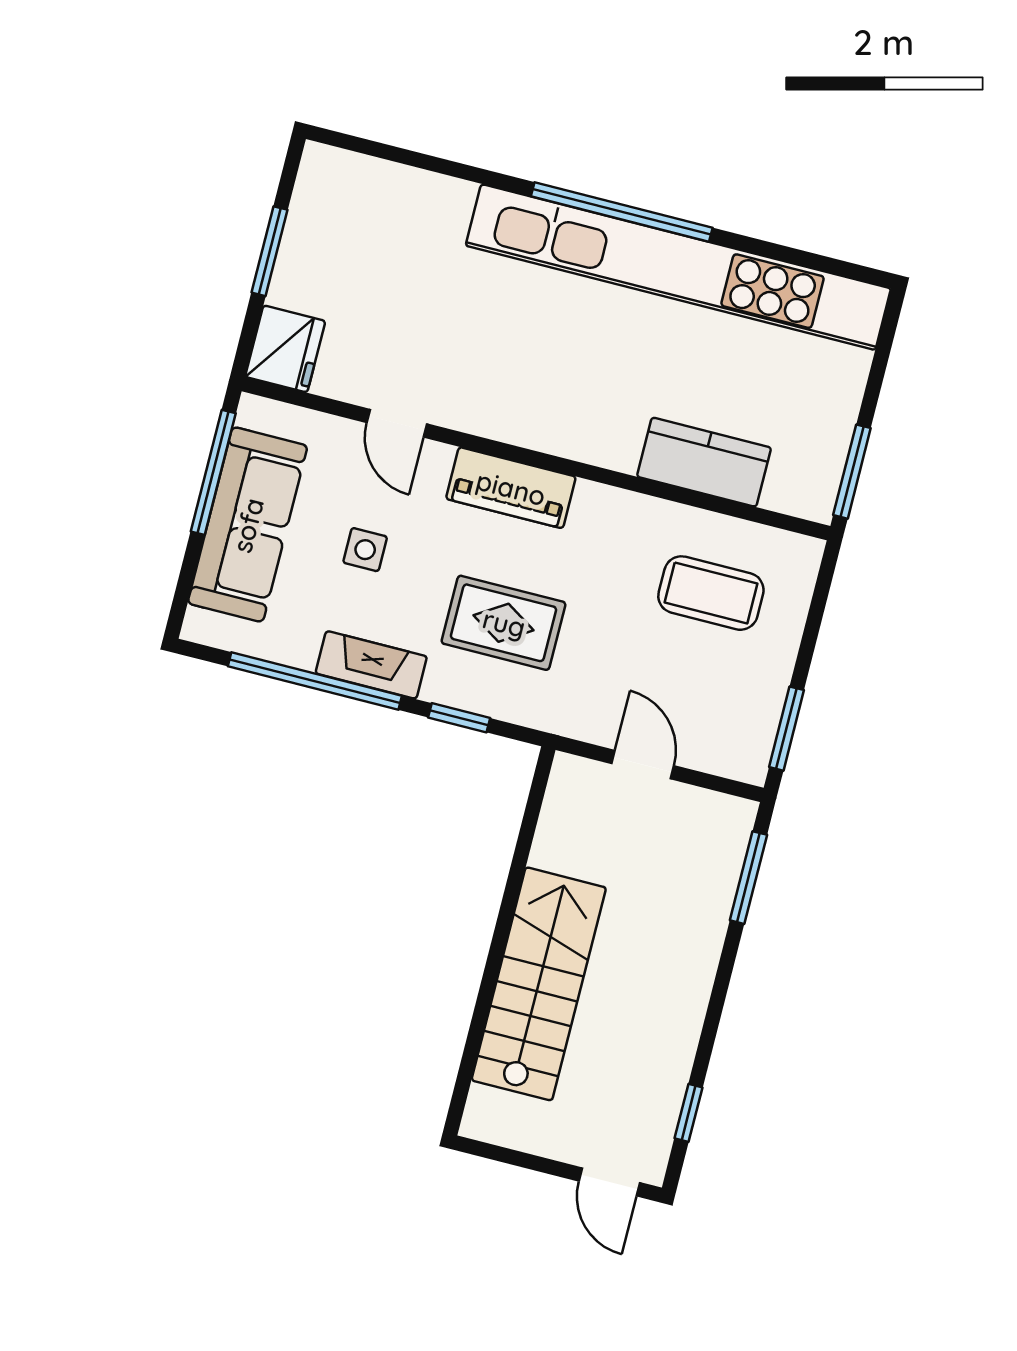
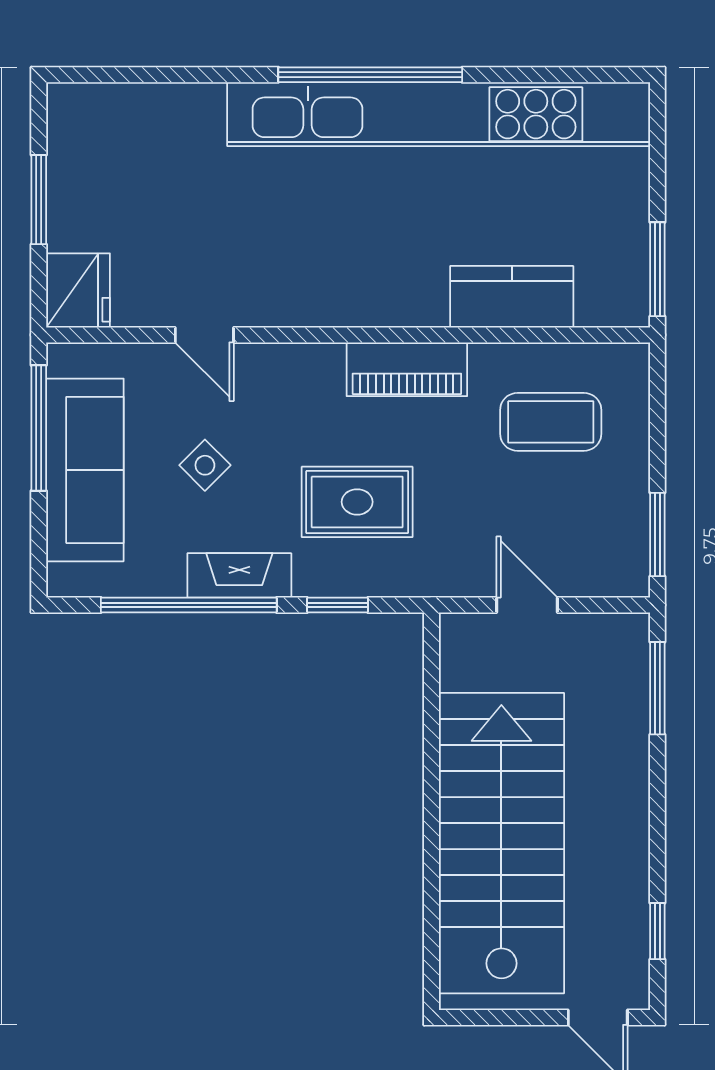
piano: (511, 488) -> (407, 369), moved
side table: (365, 550) -> (205, 465), turned 45
stairs: (539, 984) -> (501, 843), width x1.36, depth x1.51

